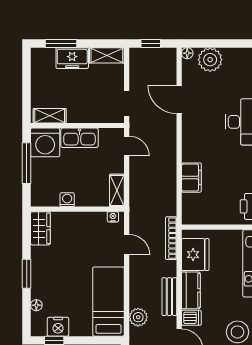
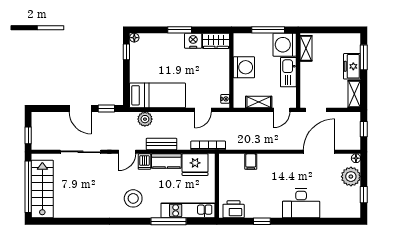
window: (233, 43) -> (364, 195), added
door: (179, 99) -> (319, 152), width x1.36
filing cabinet: (191, 178) -> (251, 162), width x0.50
shelving: (117, 190) -> (259, 102), moved
washing machine: (67, 200) -> (244, 67), width x1.89, depth x1.89
floor lamp: (36, 305) -> (134, 38), moved
nightstand: (58, 327) -> (193, 41), moved, turned 90

